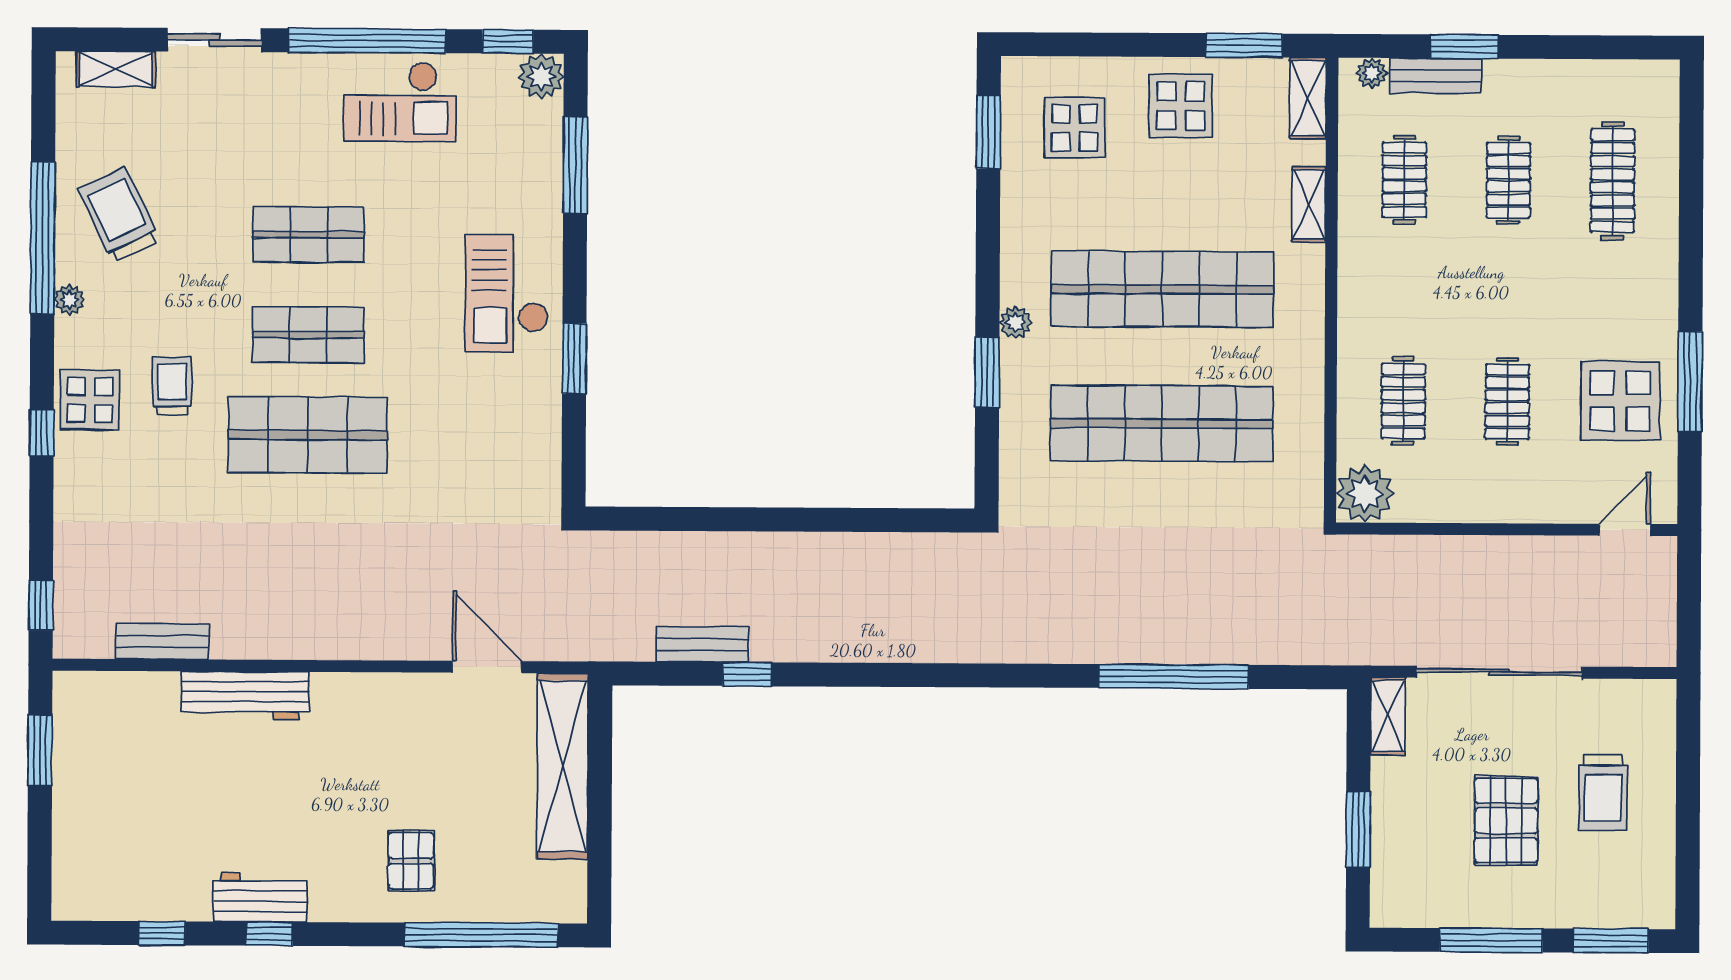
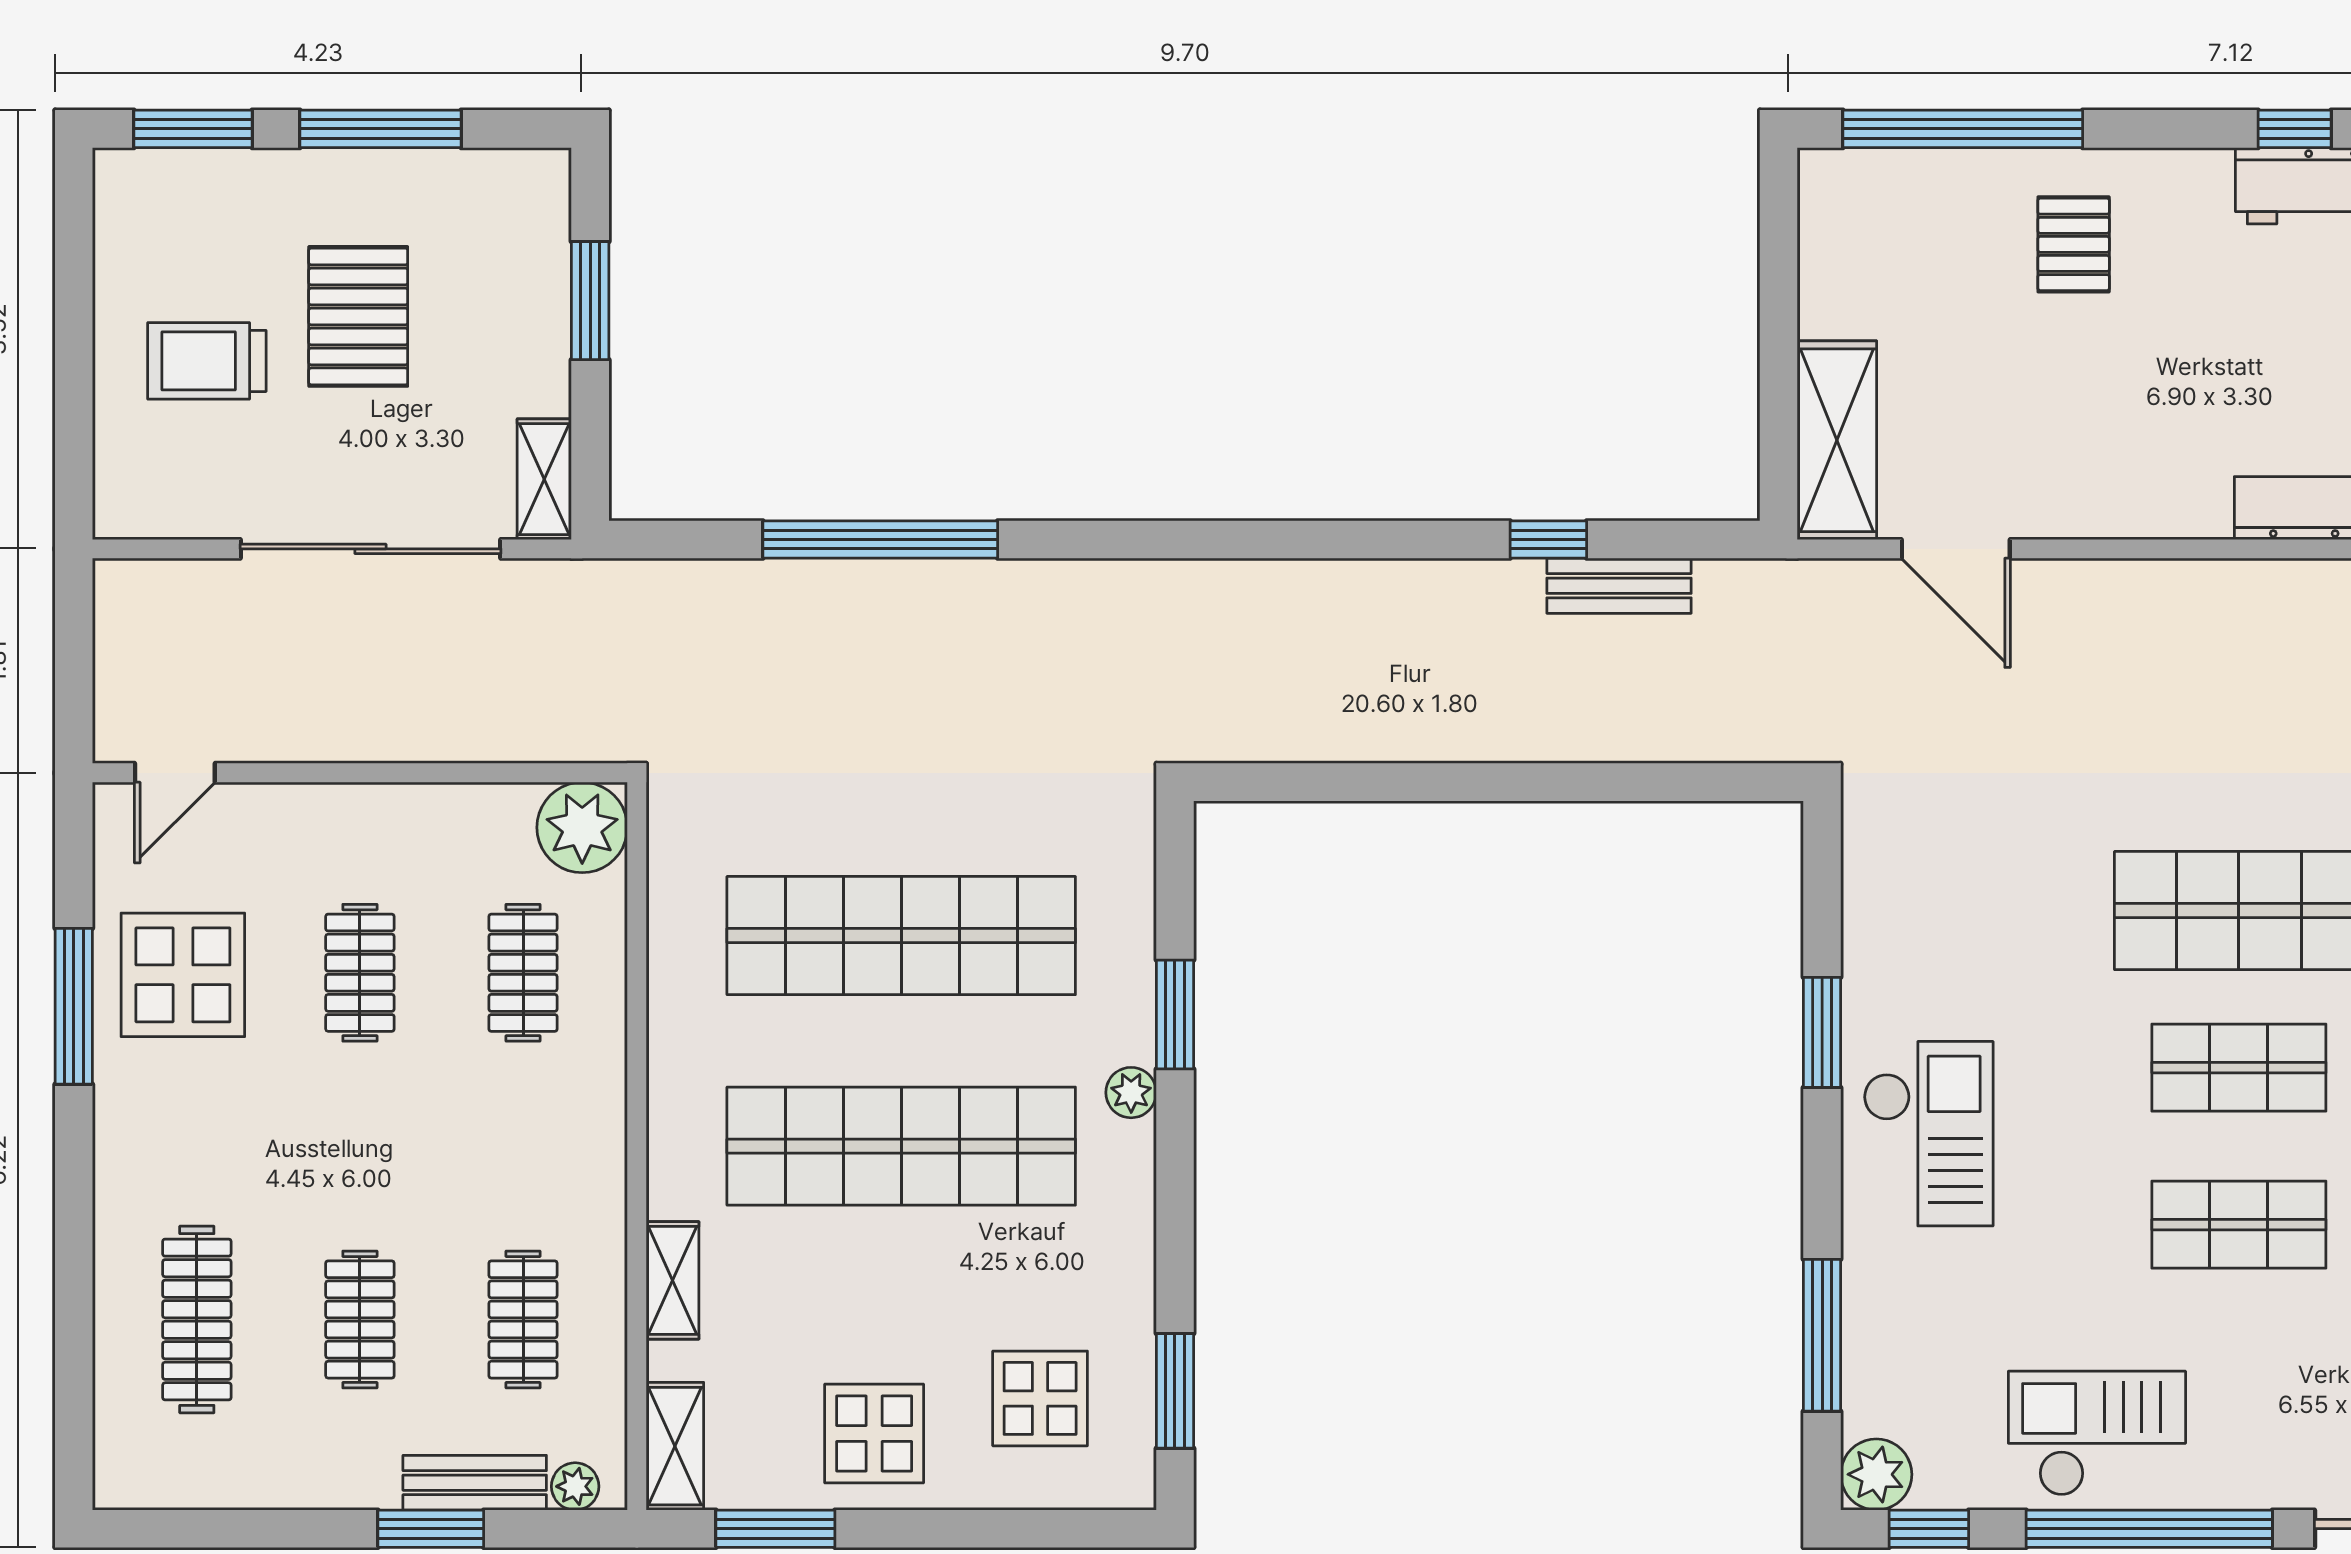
shelving: (563, 766) -> (1837, 440), width x0.68
trolley: (1603, 793) -> (207, 361), turned -90

